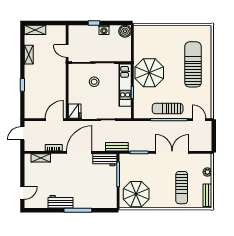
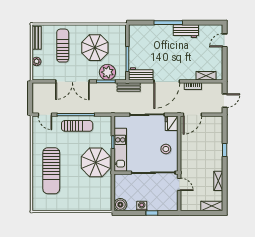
stool: (94, 82) -> (166, 149), moved
plant: (138, 161) -> (107, 72), added
parasol: (136, 194) -> (95, 48), moved

